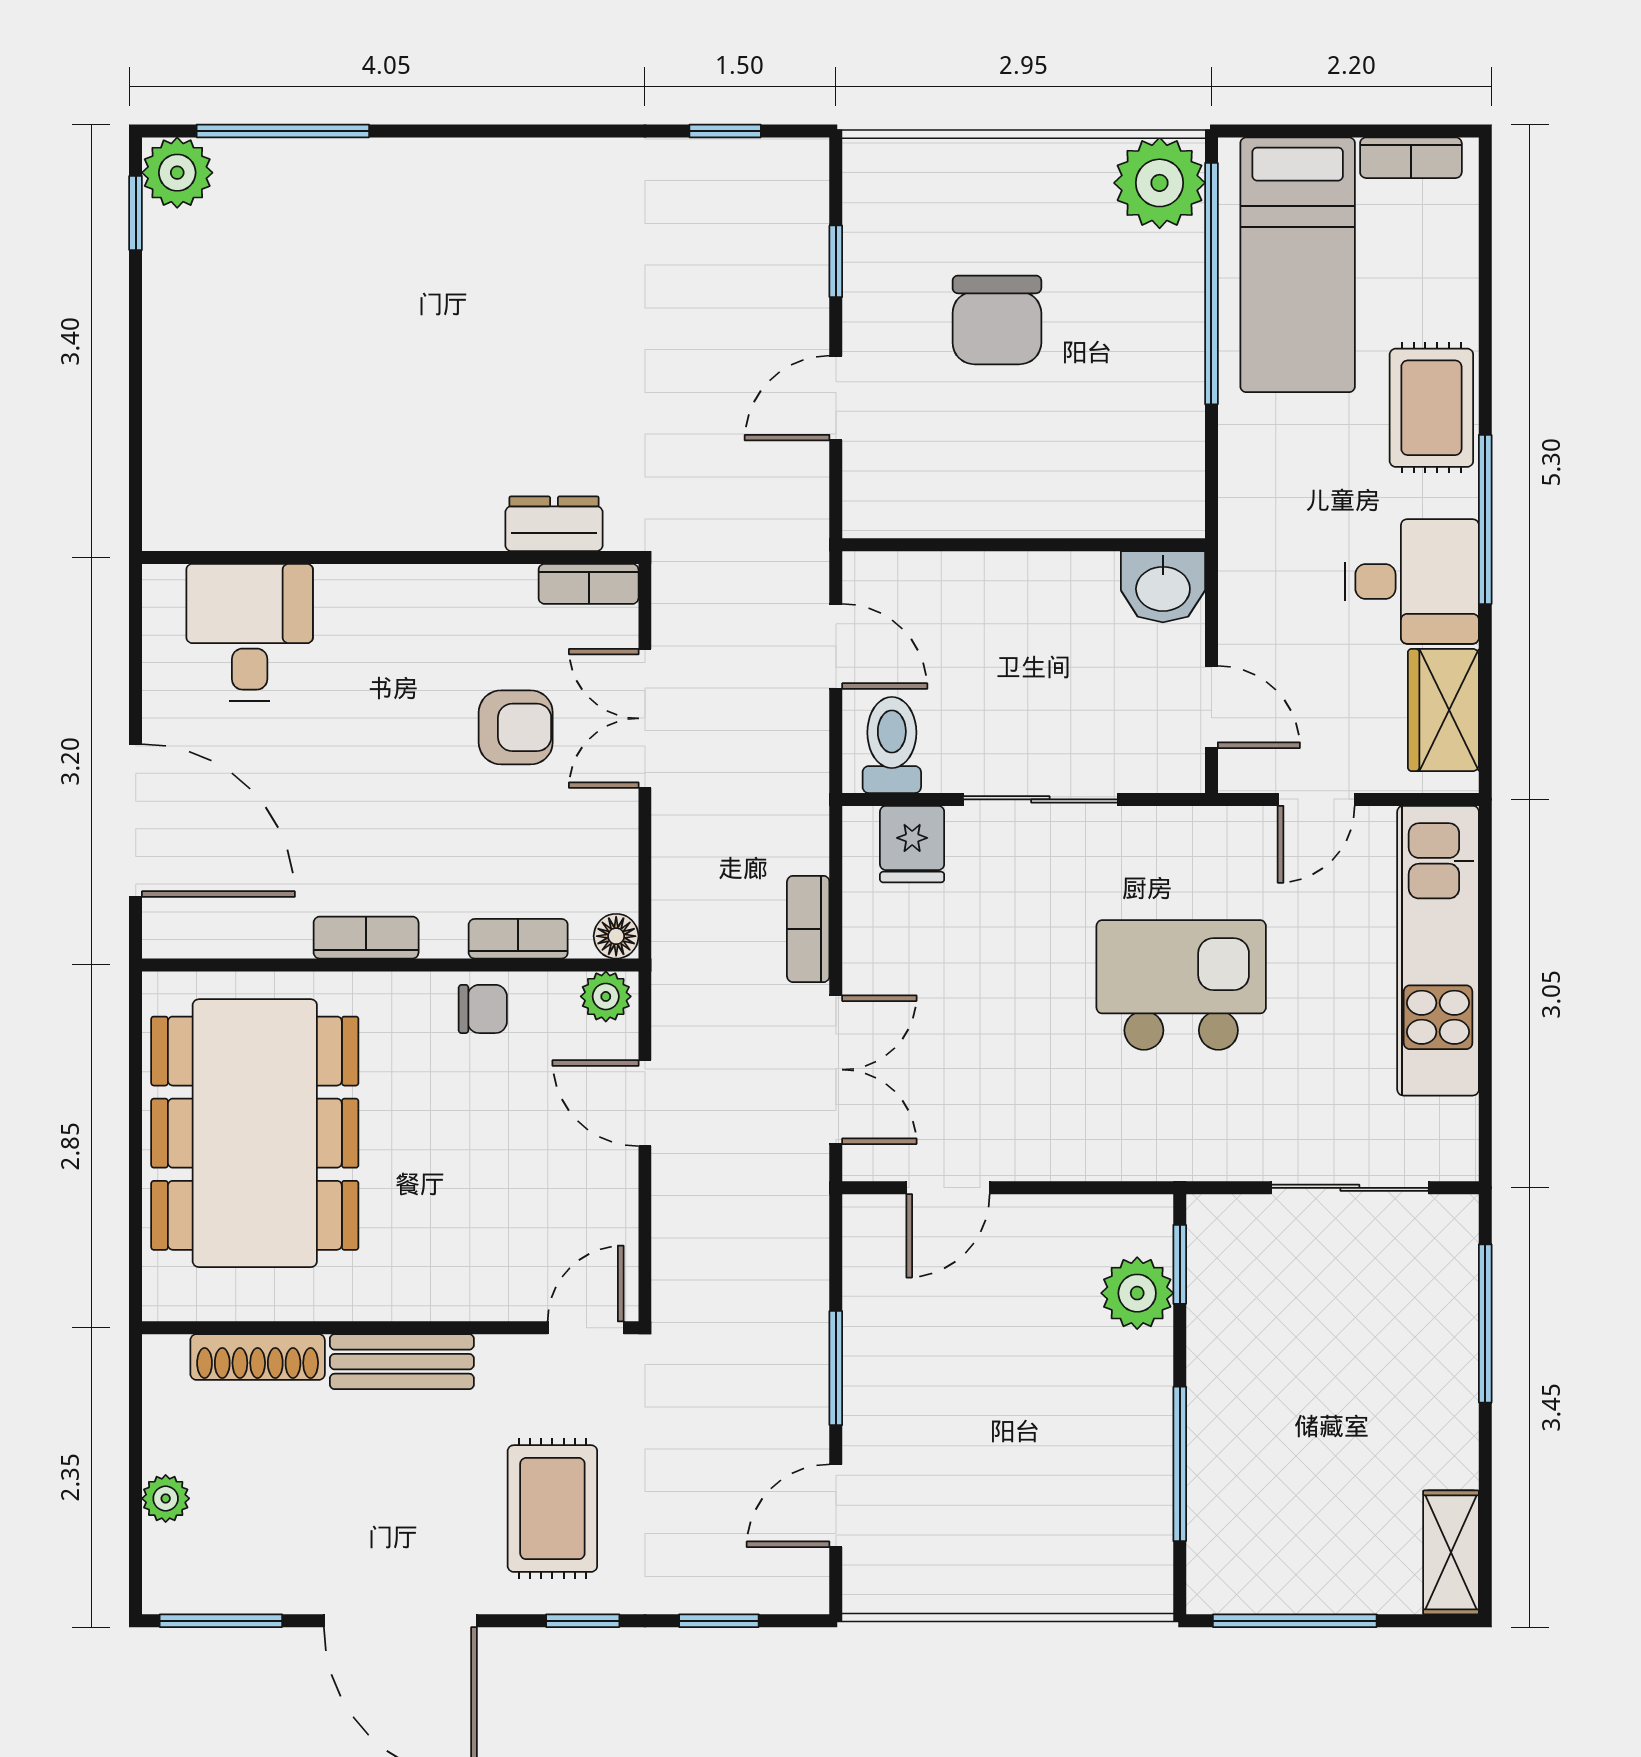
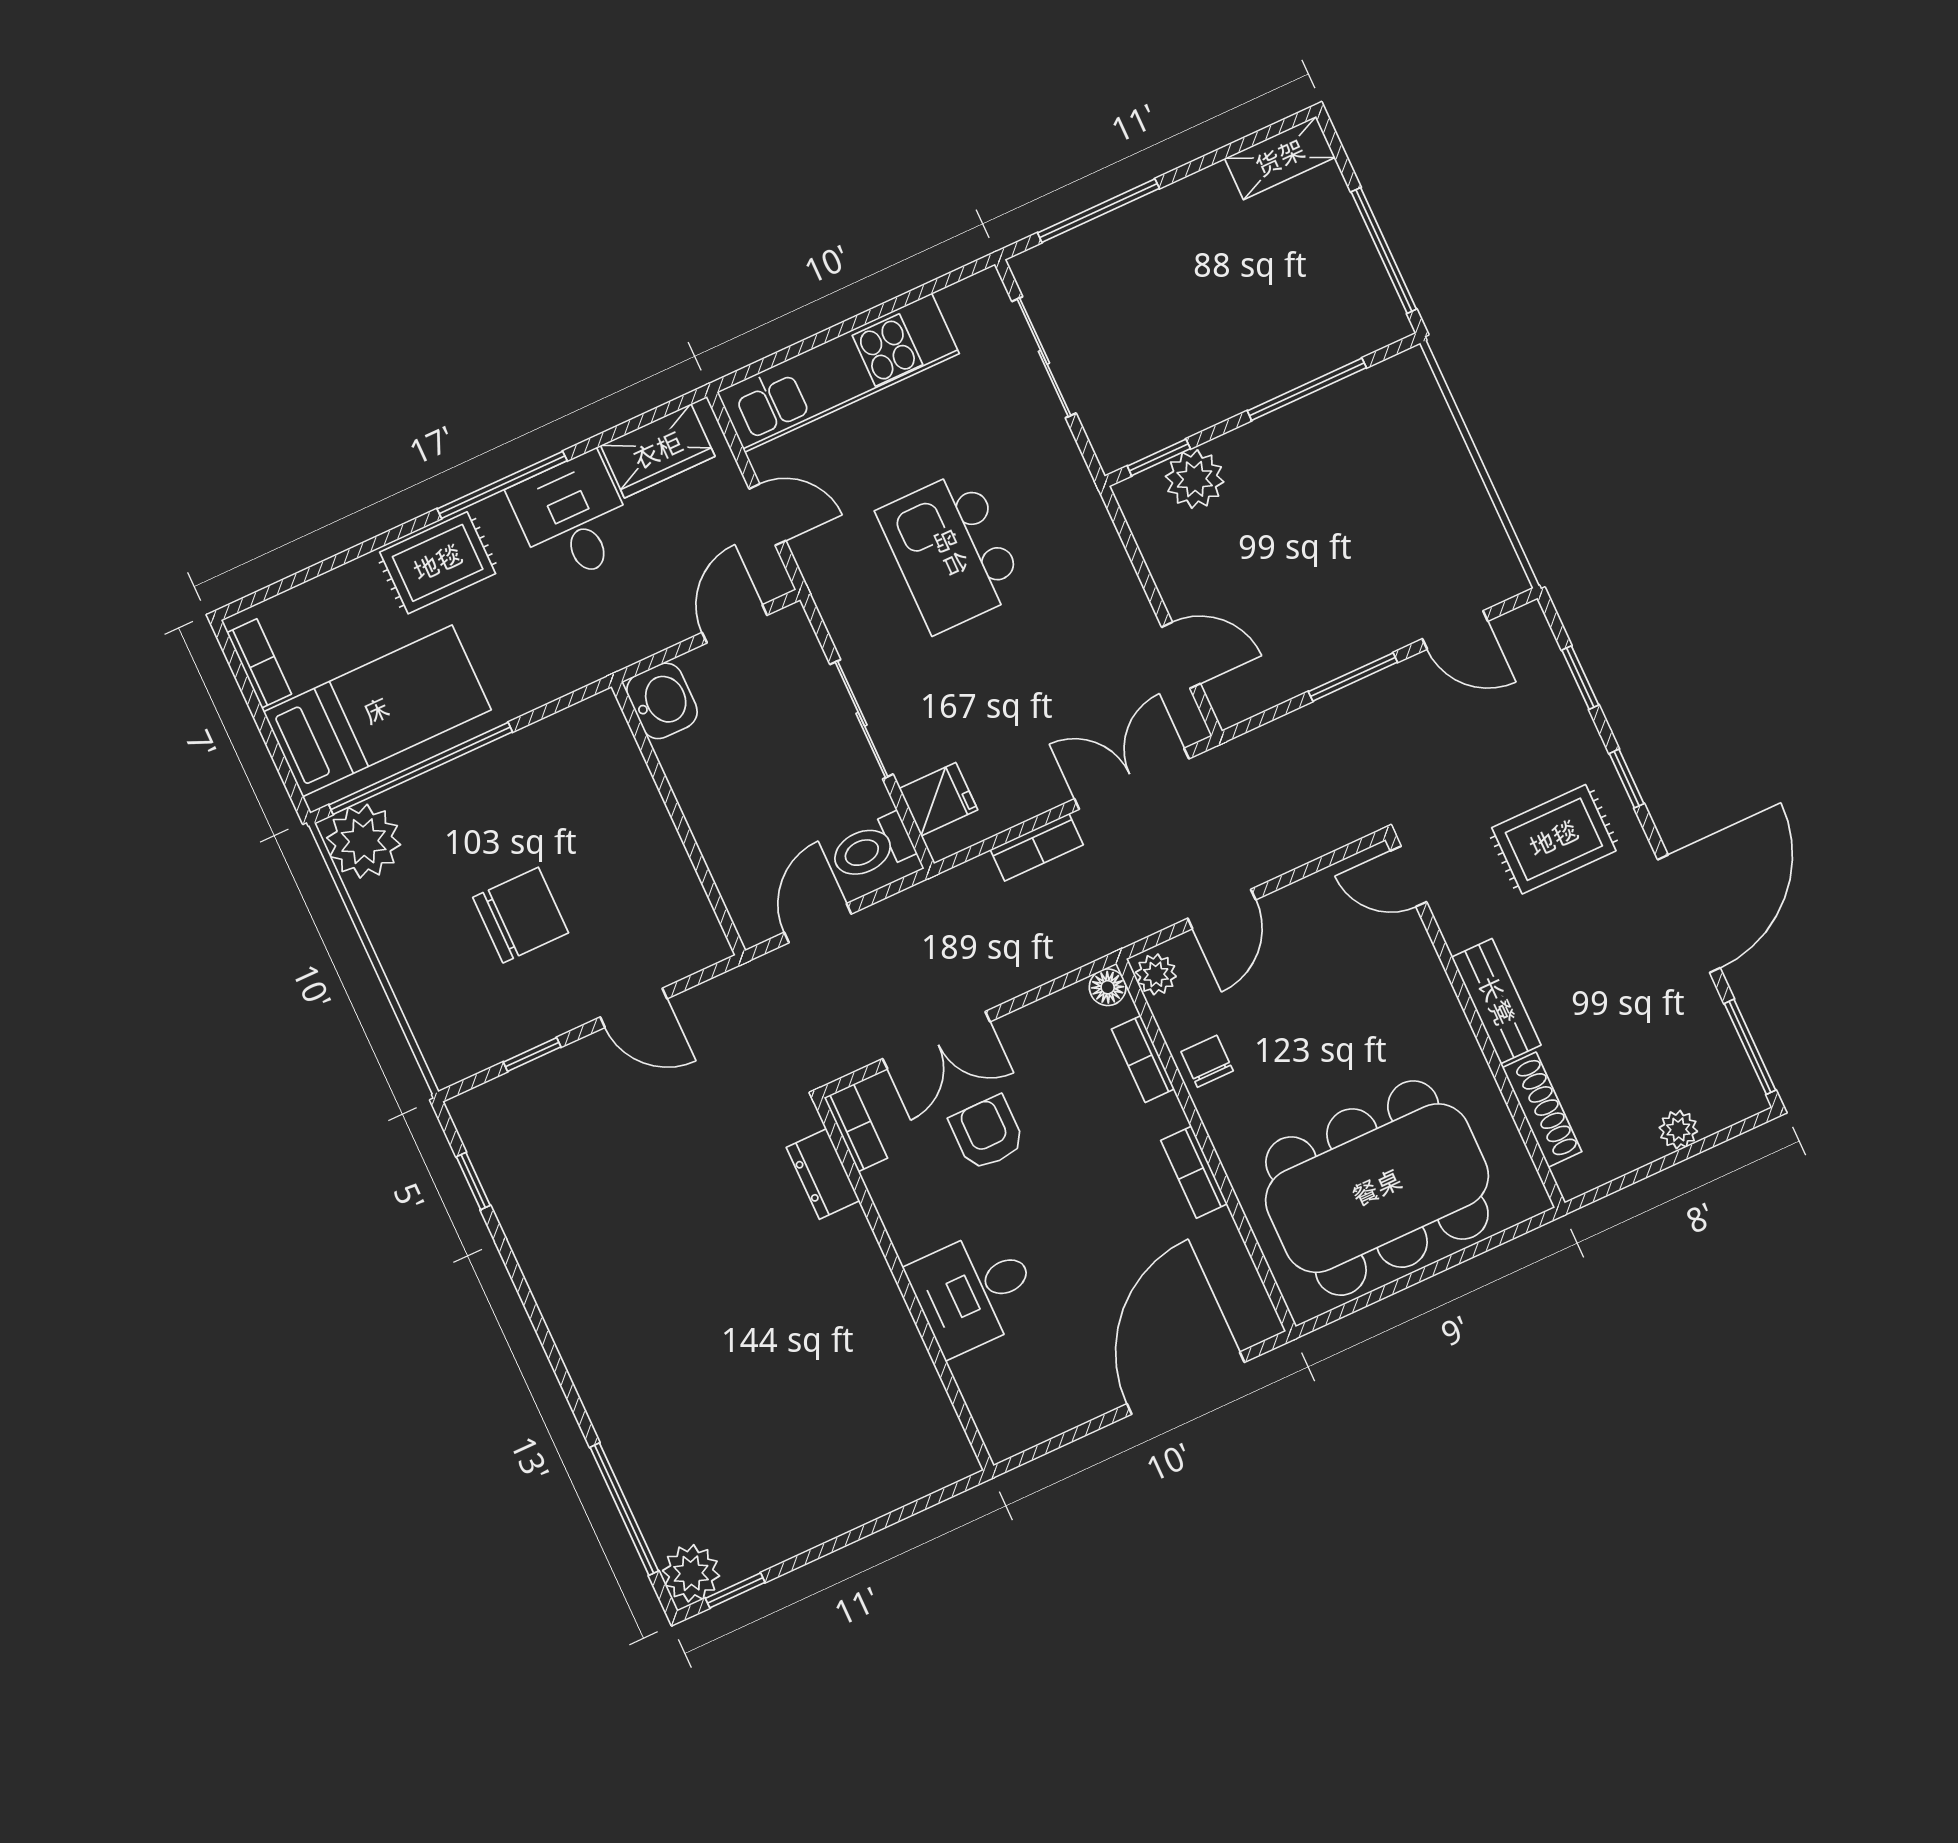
desk: (250, 632) -> (974, 1291), moved

